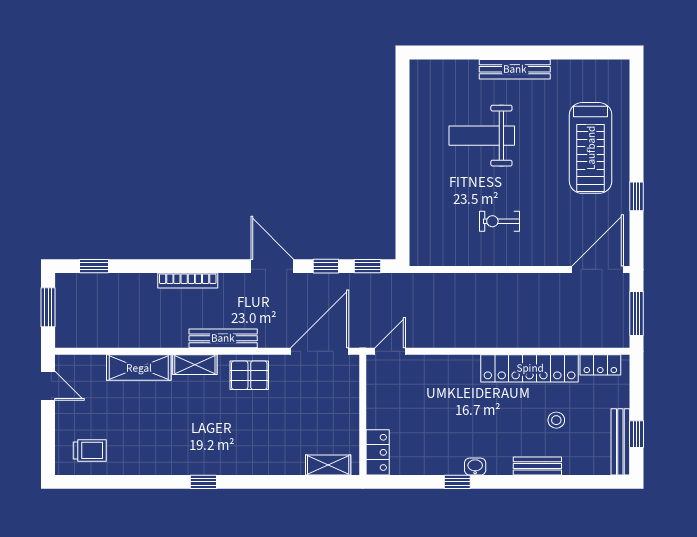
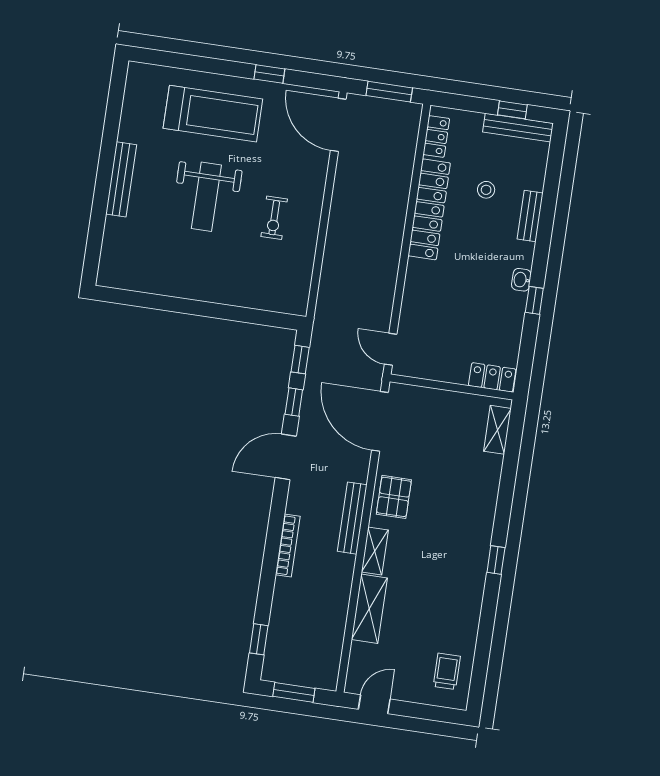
weight bench: (482, 136) -> (206, 197), moved

